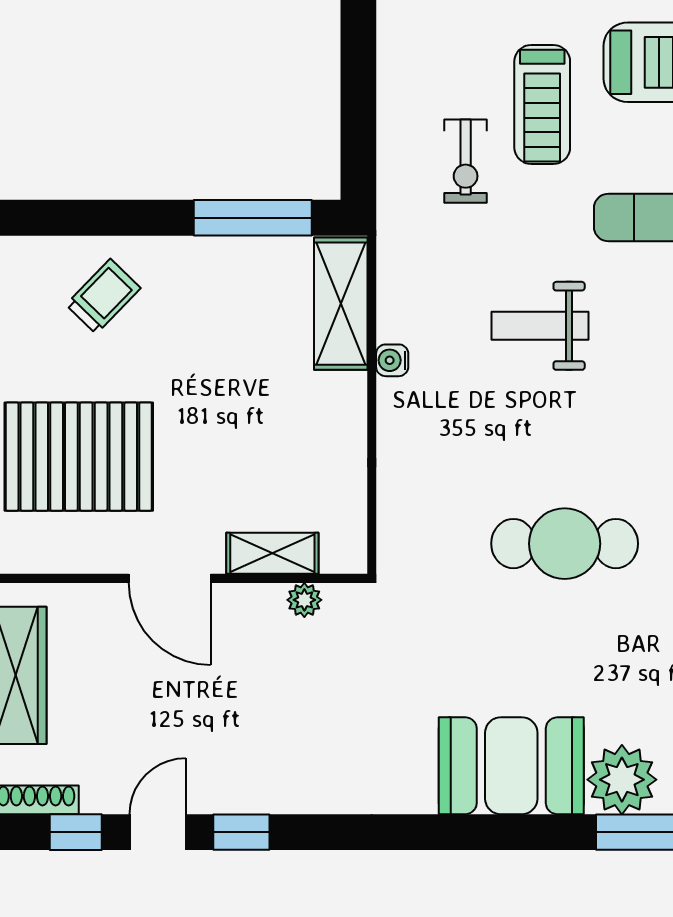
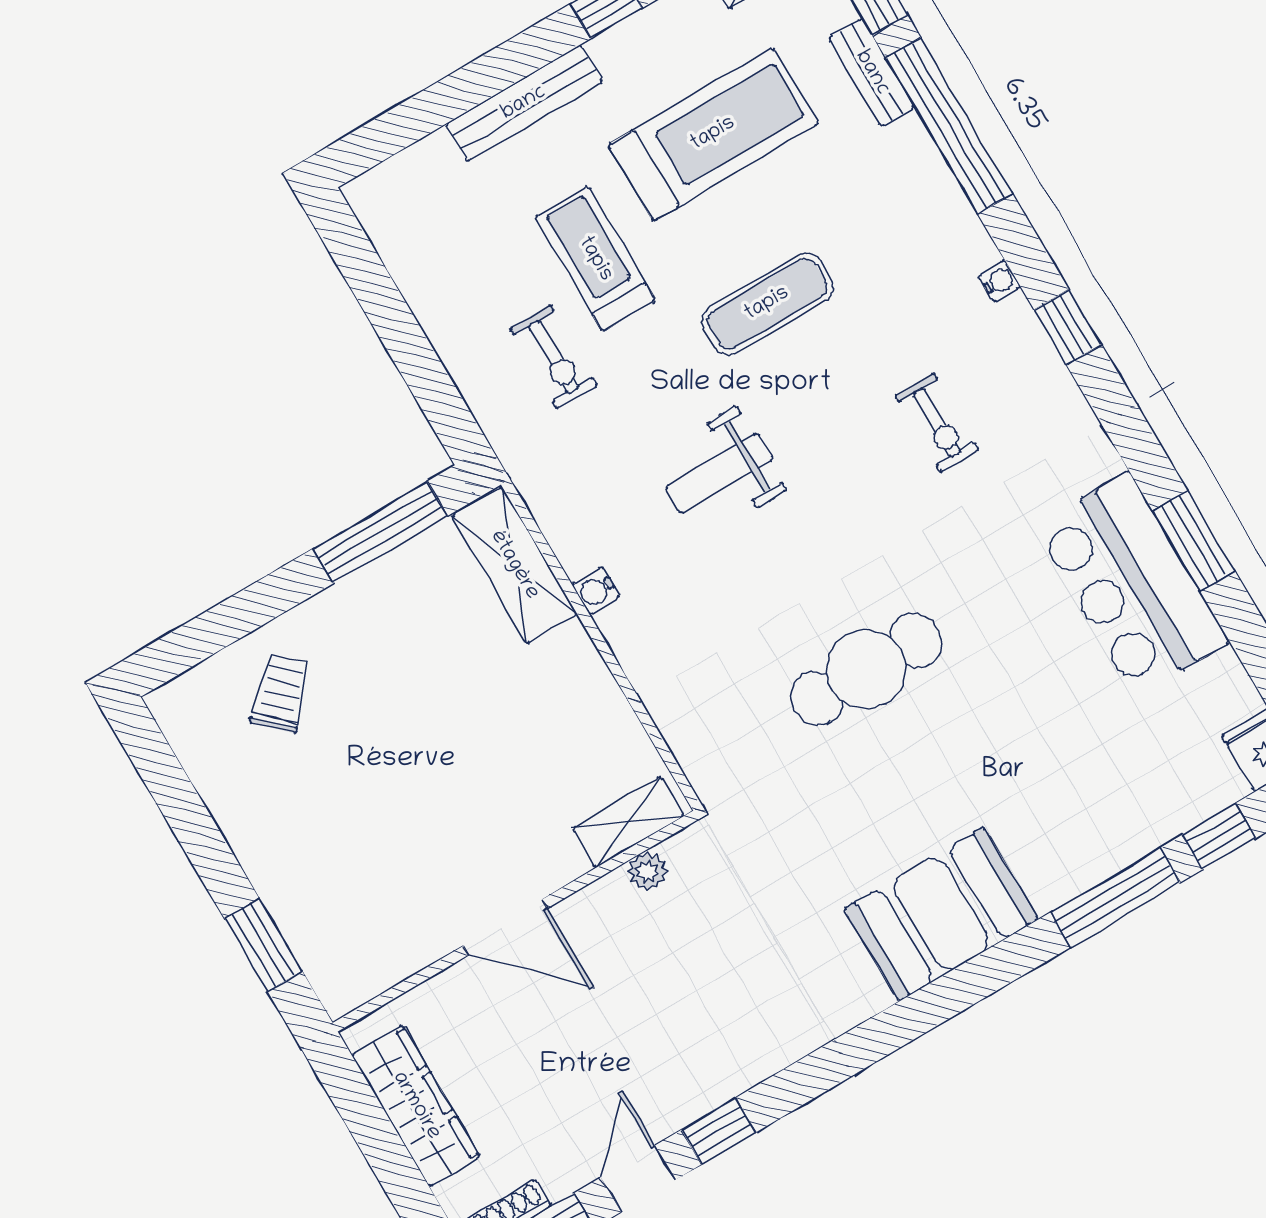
treadmill: (542, 104) -> (595, 259), turned 180
pallet: (79, 457) -> (348, 861), removed
shelving: (272, 553) -> (628, 822), moved
plant: (622, 780) -> (1056, 864), removed

